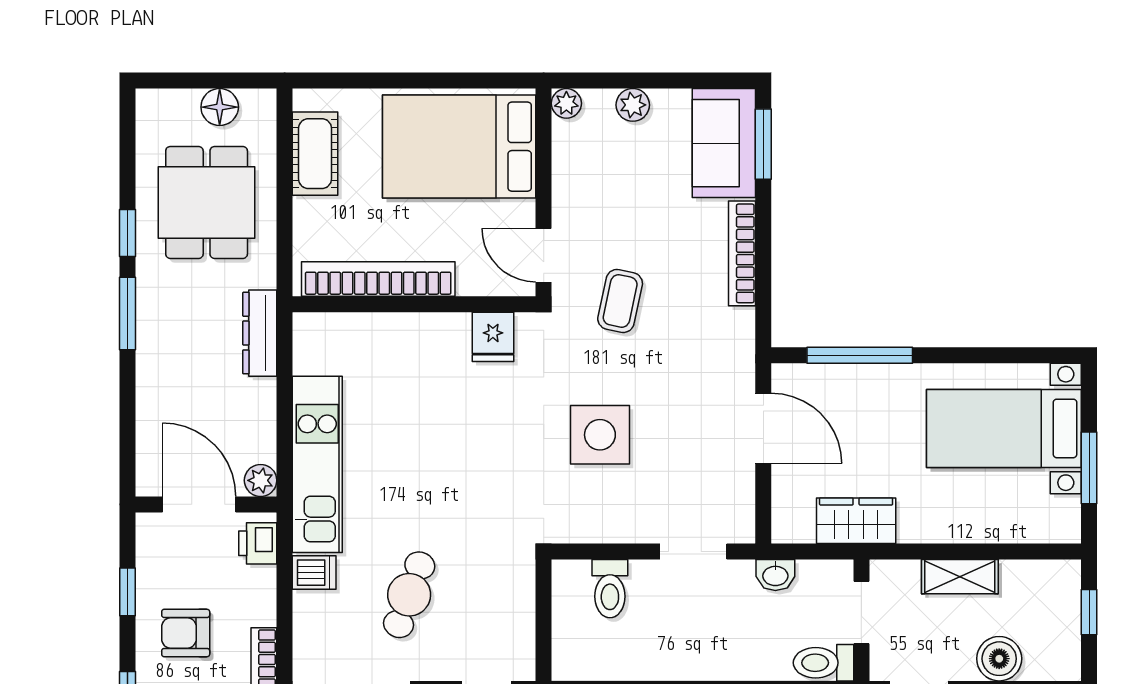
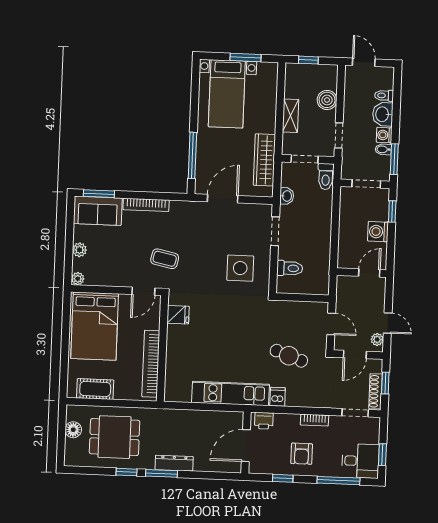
dresser: (260, 333) -> (174, 463), moved, turned 180
side table: (600, 435) -> (240, 268), moved
plant: (261, 480) -> (237, 418), removed
wardrobe: (856, 521) -> (264, 160), width x1.50

